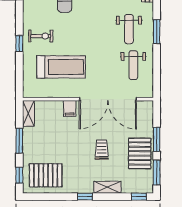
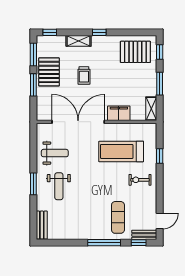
weight bench: (129, 29) -> (59, 186), turned 180
window: (19, 44) -> (160, 156), moved
weight bench: (133, 65) -> (55, 153), turned 90
filing cabinet: (70, 108) -> (119, 113), width x2.00

